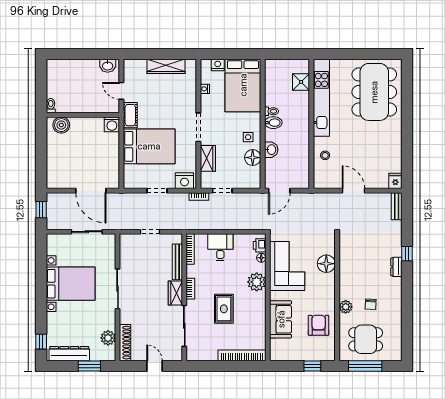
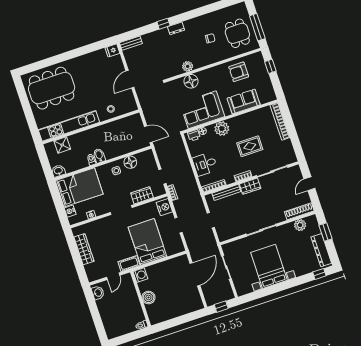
boiler: (61, 125) -> (148, 298), moved
washbasin: (271, 150) -> (58, 171), moved
plant: (346, 307) -> (188, 66), moved

